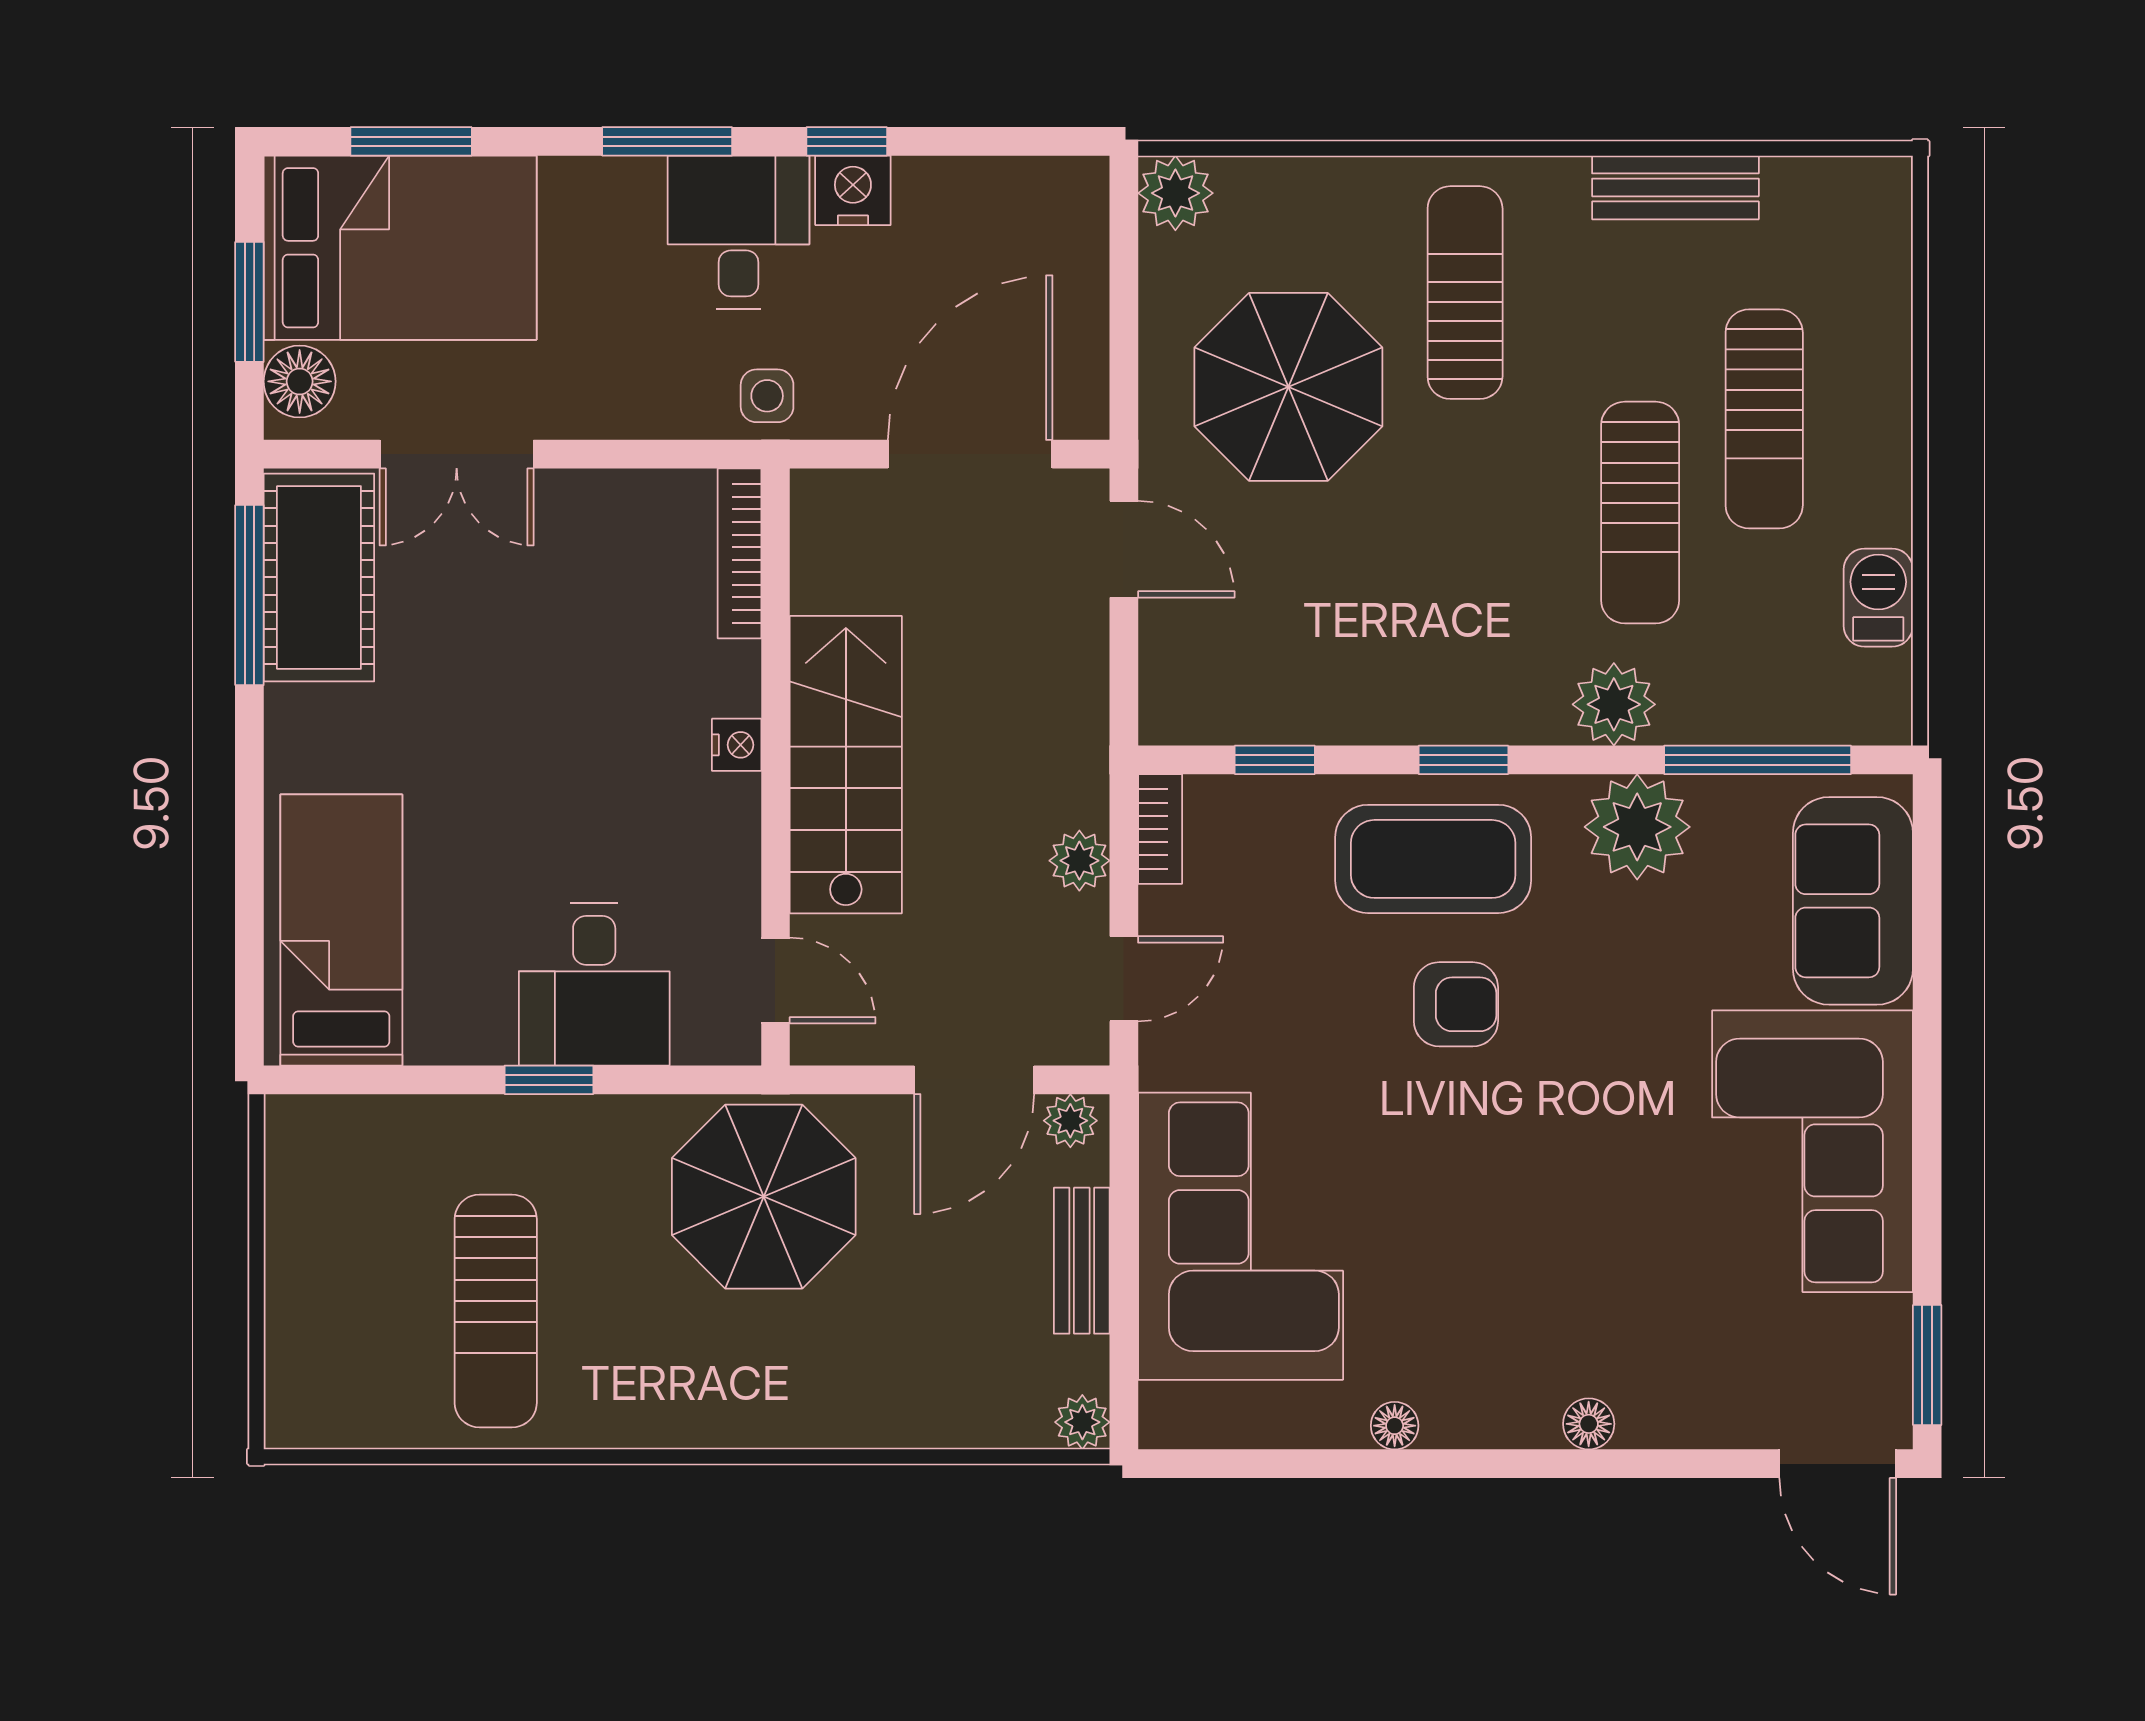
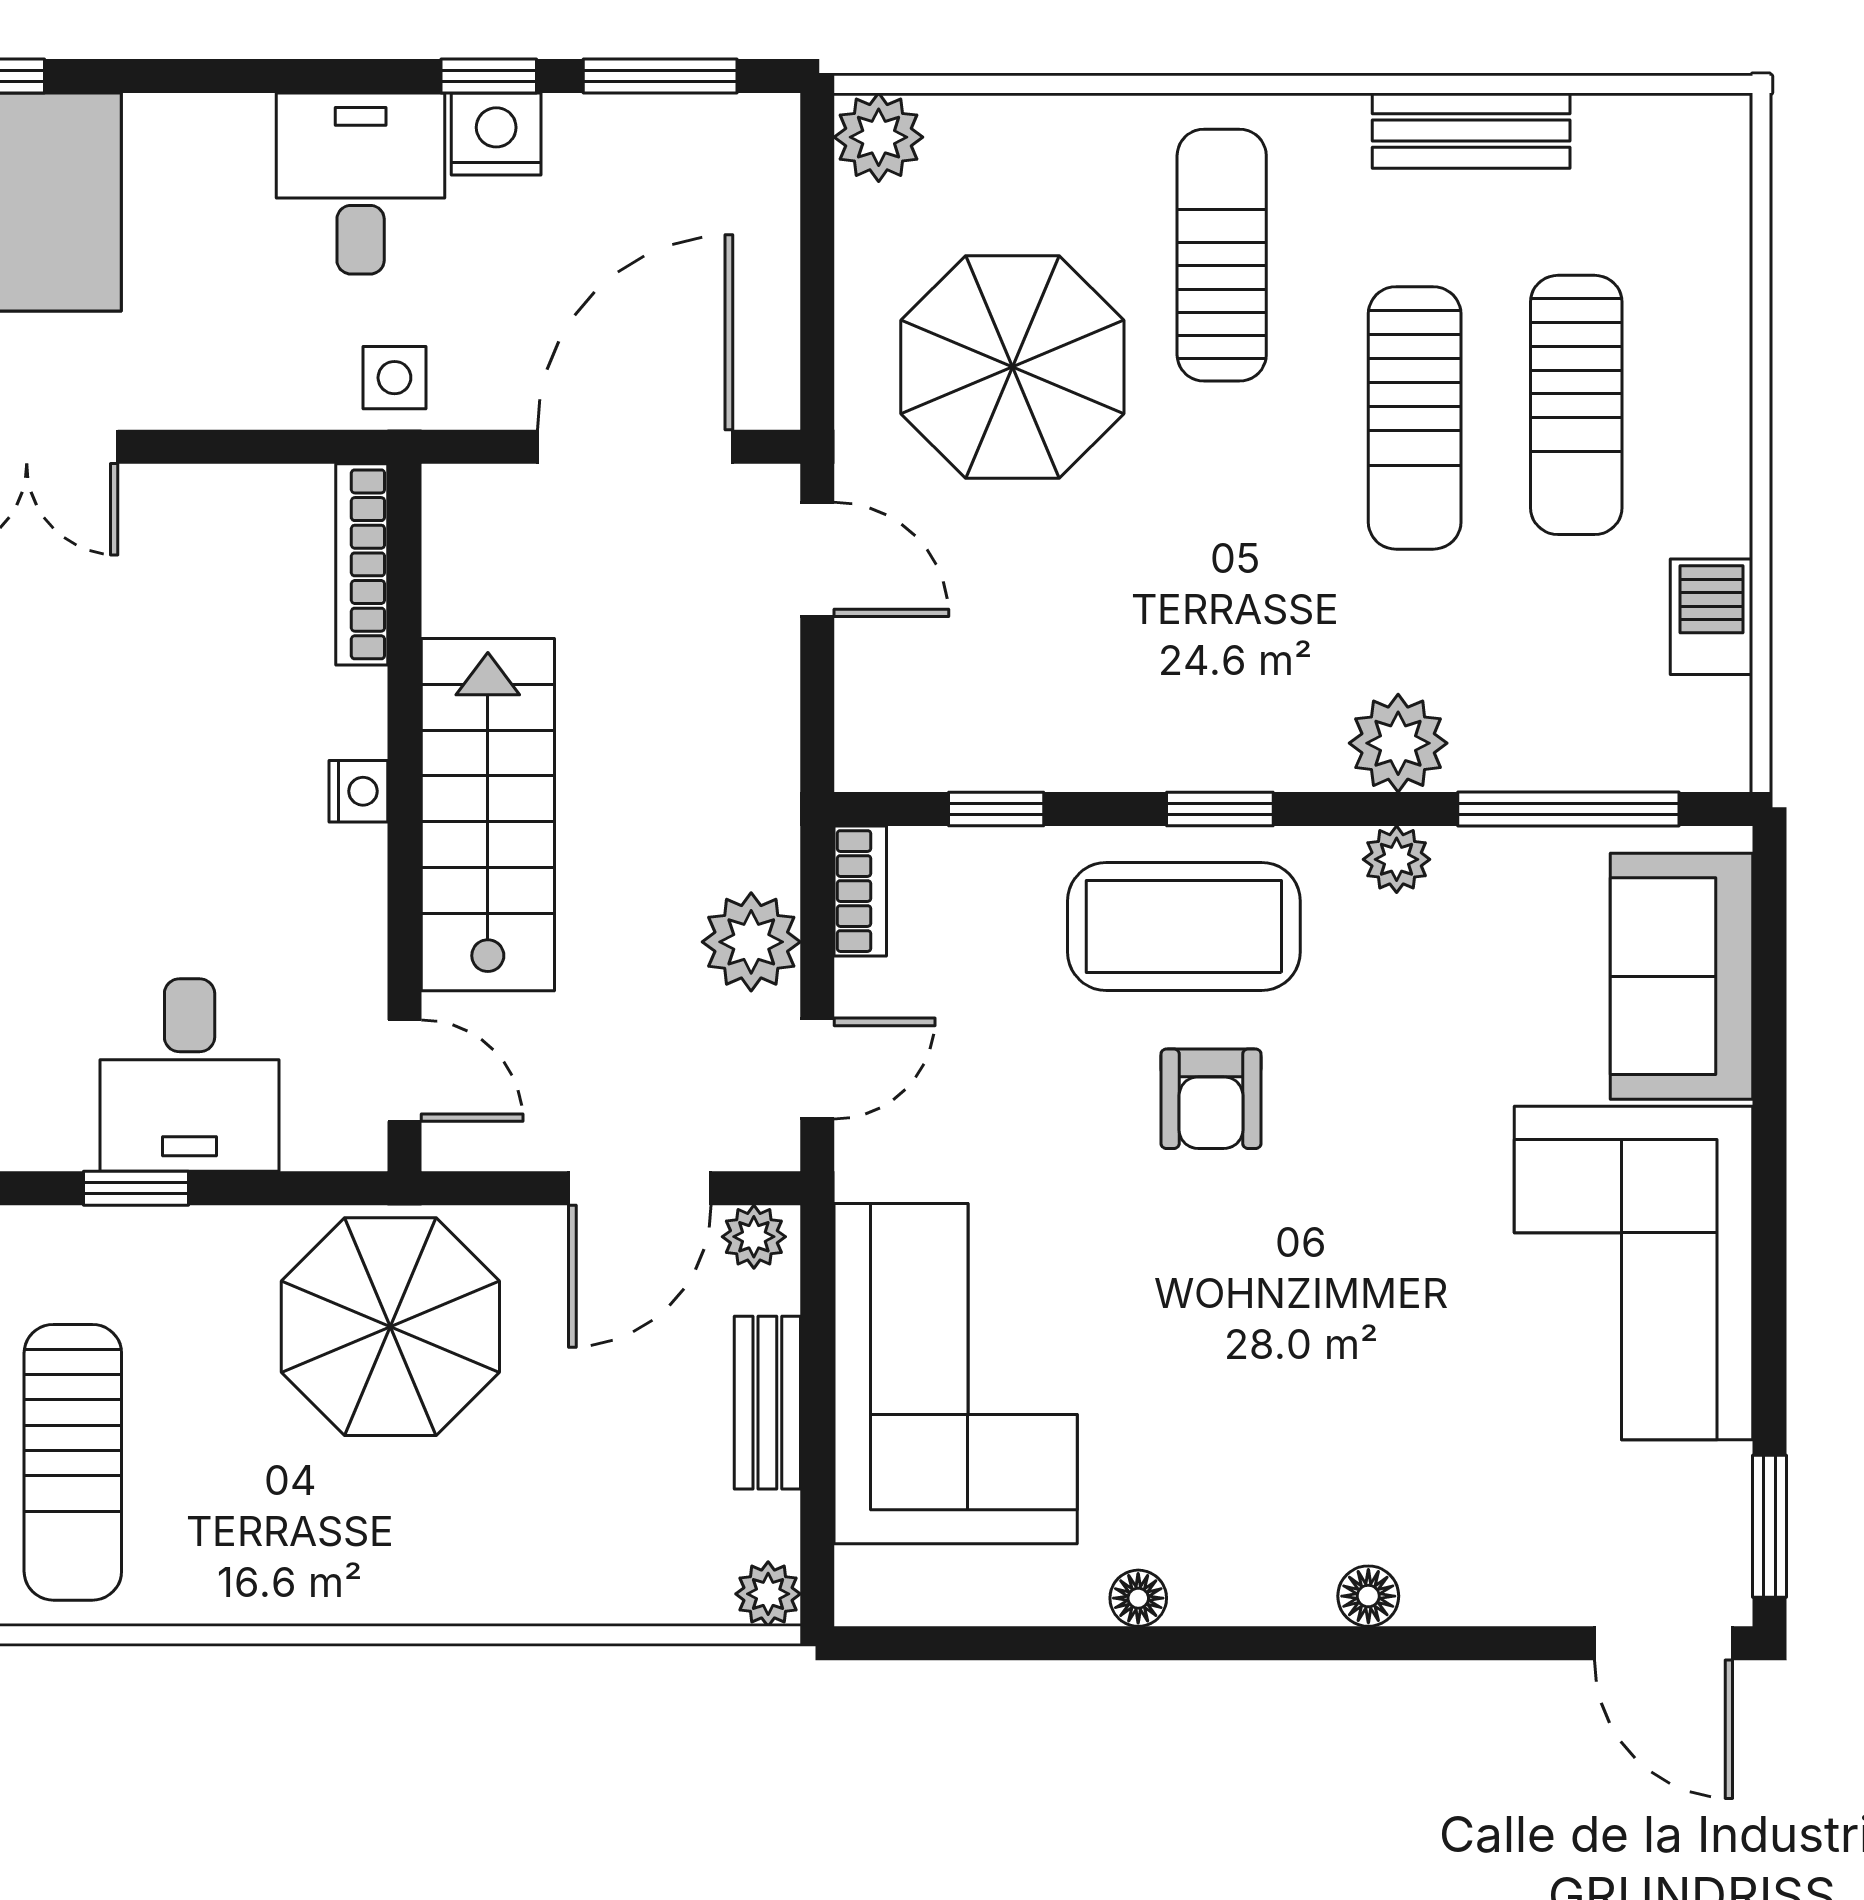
window: (667, 141) -> (660, 76), moved
sun lounger: (1640, 513) -> (1415, 418), moved
plant: (1637, 827) -> (1397, 859), width x0.53, depth x0.53
plant: (1079, 861) -> (751, 942), width x1.38, depth x1.38
armchair: (1456, 1004) -> (1211, 1099), turned 90

